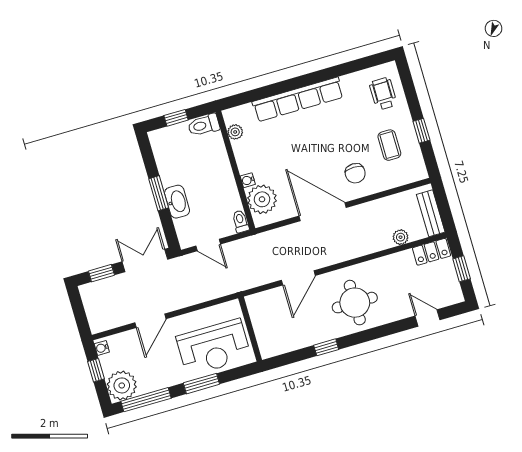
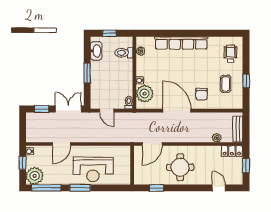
toilet: (204, 125) -> (124, 53), moved
washbasin: (177, 202) -> (96, 51), moved
wall: (250, 329) -> (132, 165), moved

